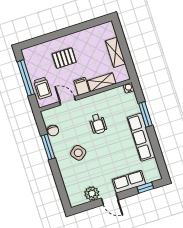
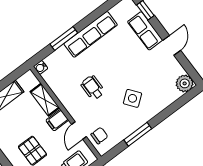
wheelchair: (98, 124) -> (93, 88), turned -90
chair: (53, 131) -> (99, 136), moved
plant: (92, 194) -> (185, 83), moved

